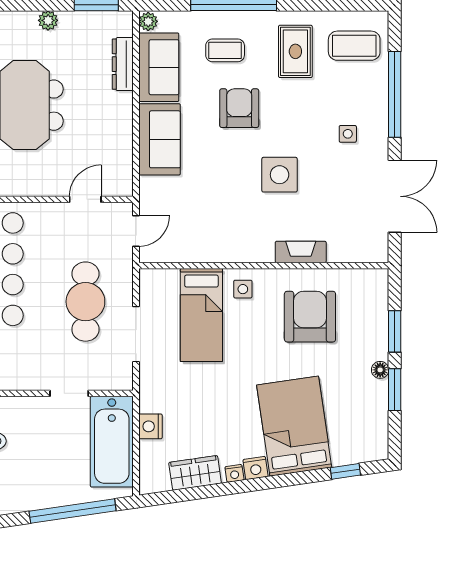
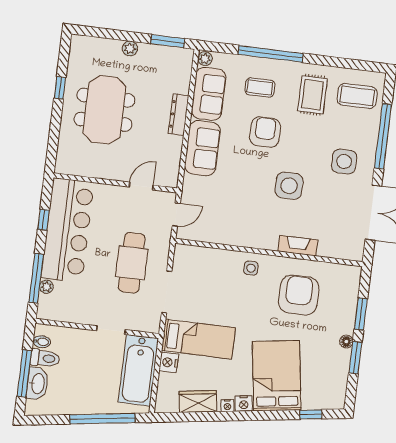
dresser: (123, 64) -> (179, 115), moved
side table: (348, 134) -> (344, 162), width x1.87, depth x1.87
bed: (201, 315) -> (198, 339), moved, turned -90

